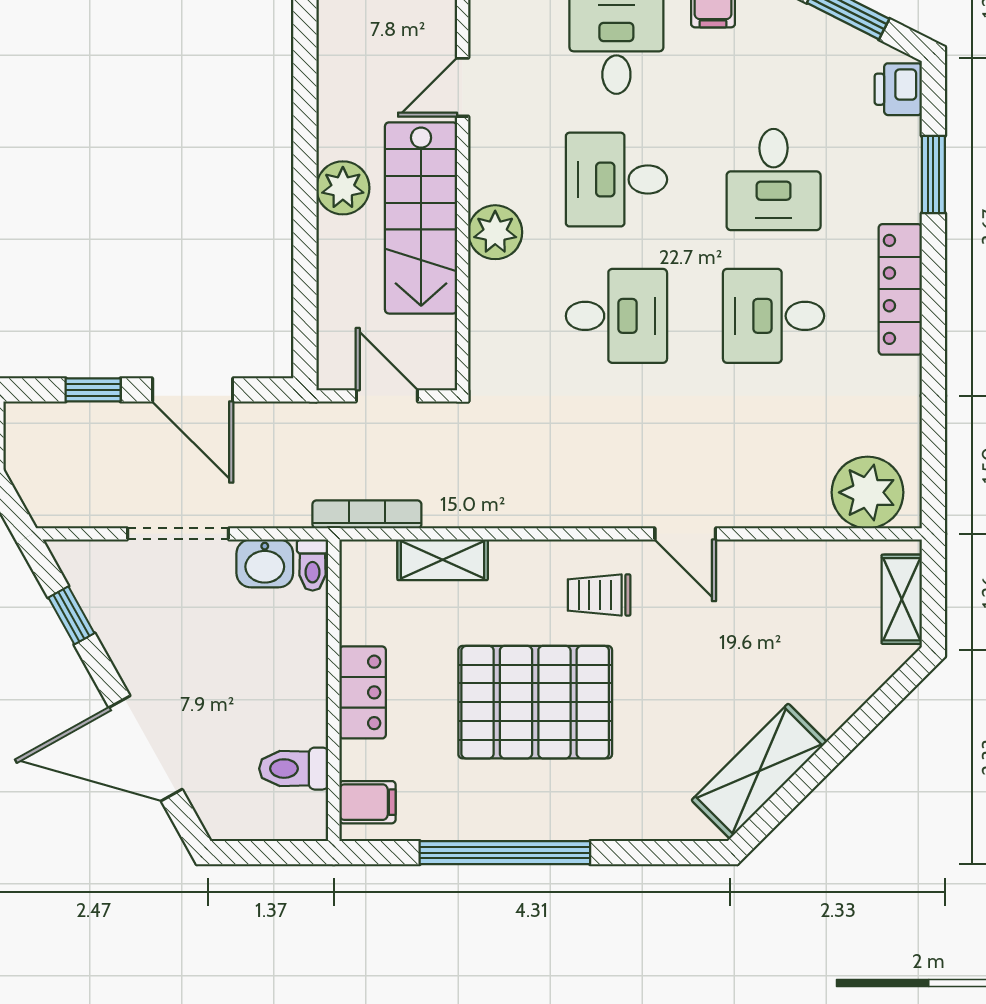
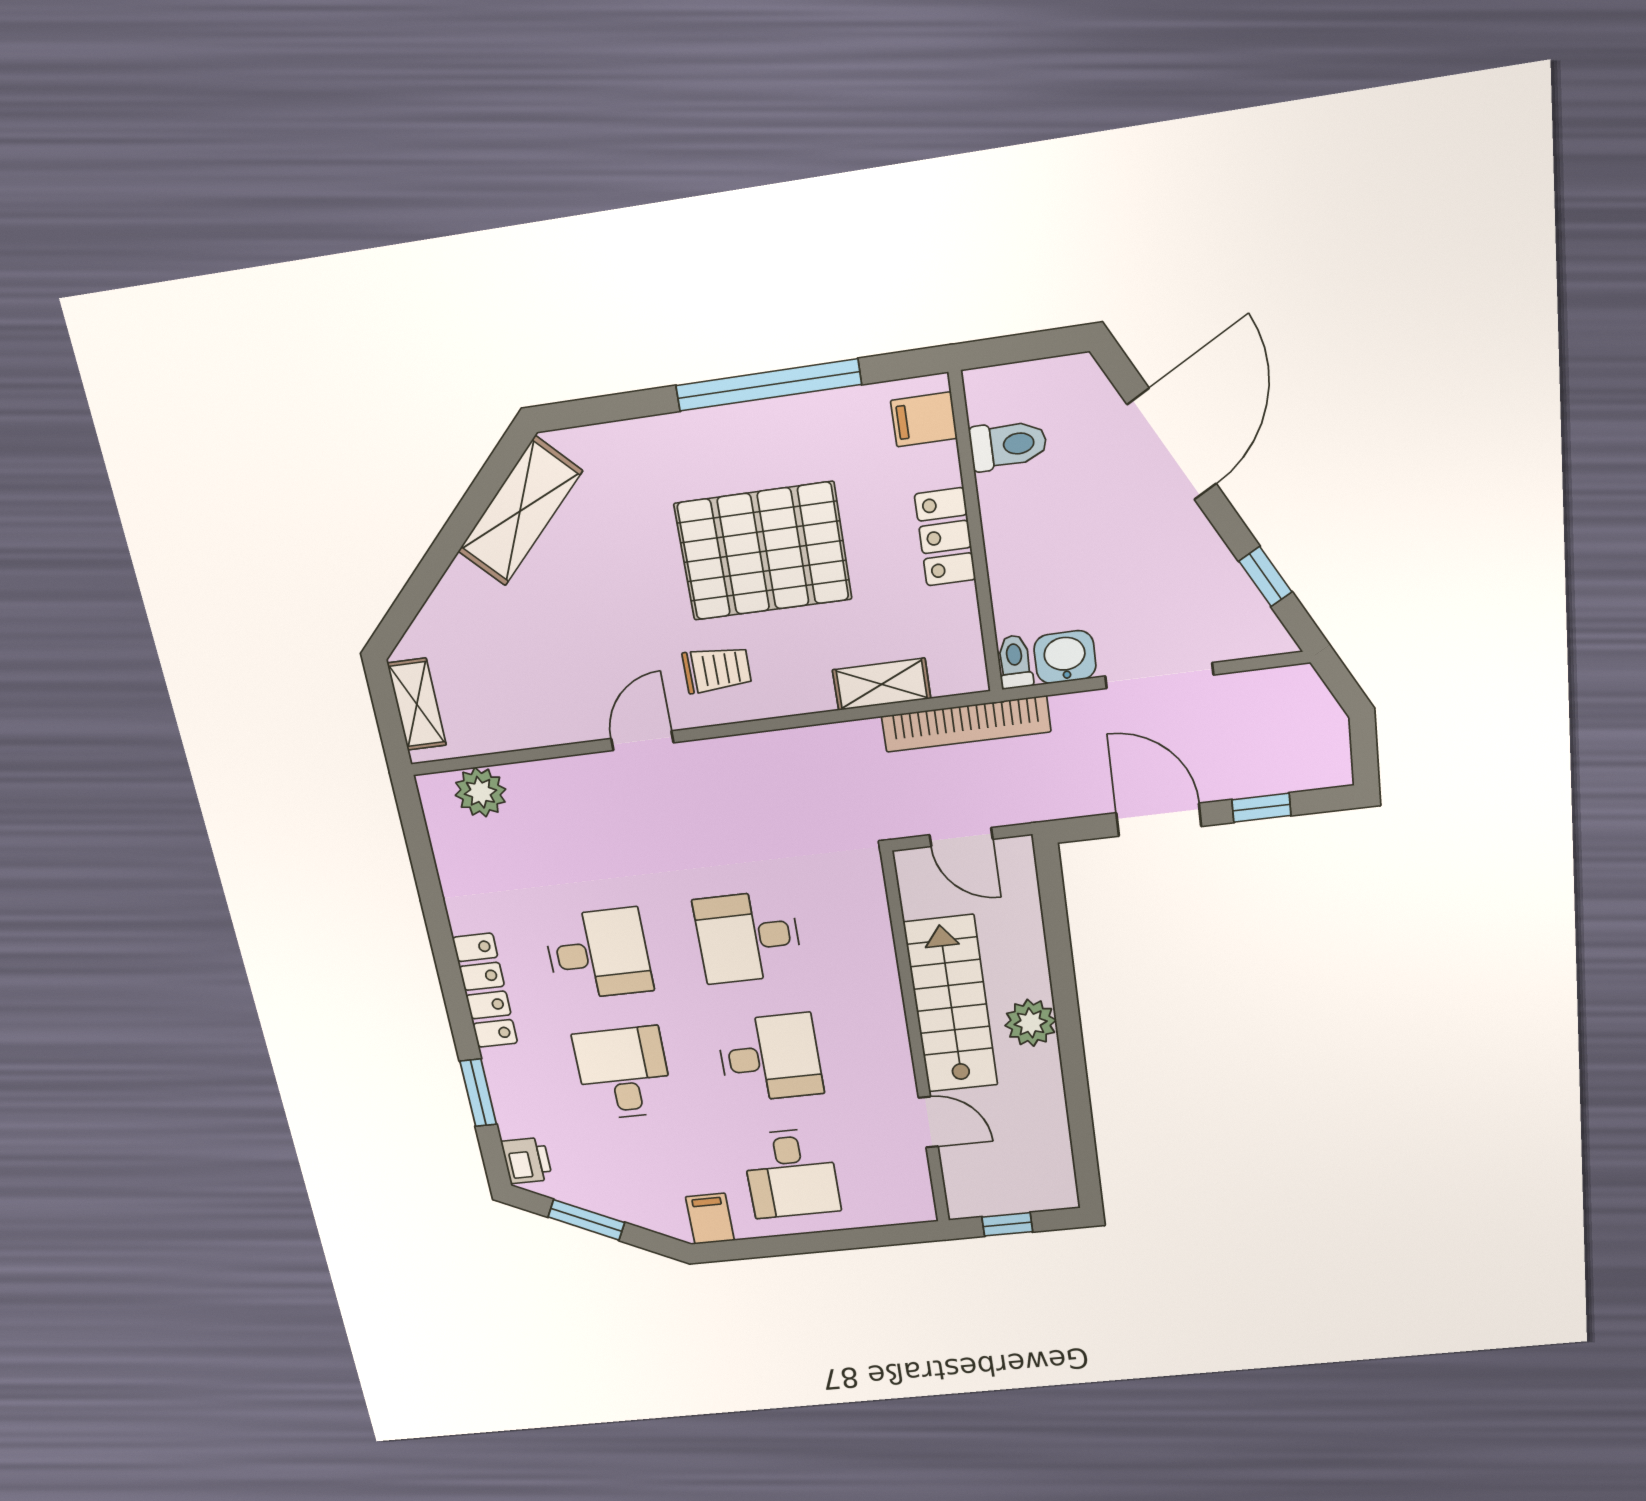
door: (463, 87) -> (928, 1122), hinge flipped
plant: (495, 232) -> (877, 999), removed
plant: (868, 492) -> (480, 792), width x0.73, depth x0.73
bookcase: (367, 514) -> (966, 724), width x1.48, depth x1.31
door: (685, 534) -> (642, 741), hinge flipped
door: (146, 748) -> (1172, 444), hinge flipped

